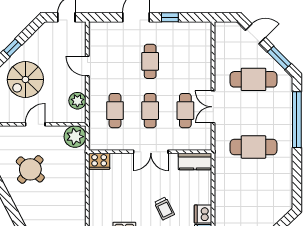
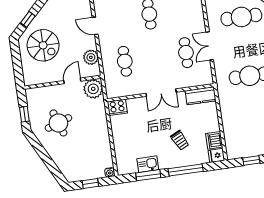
spiral stairs: (25, 80) -> (43, 45), turned -90
cafe table: (150, 111) -> (155, 57), removed
door: (35, 124) -> (72, 81), moved
round table: (30, 169) -> (58, 123), turned 30

